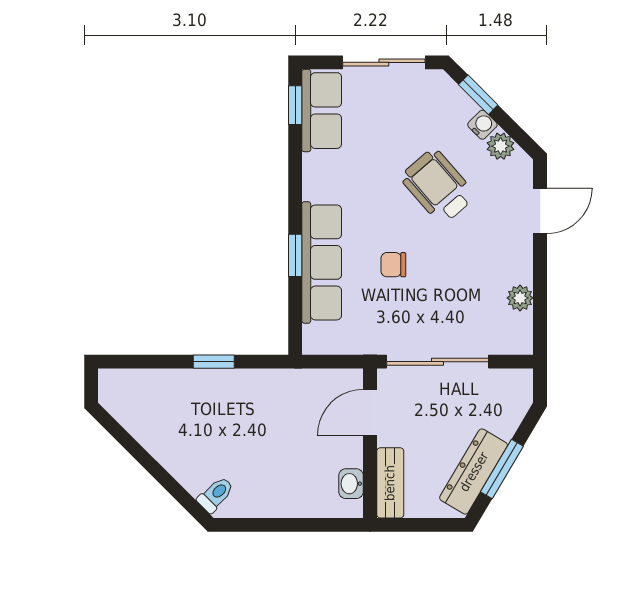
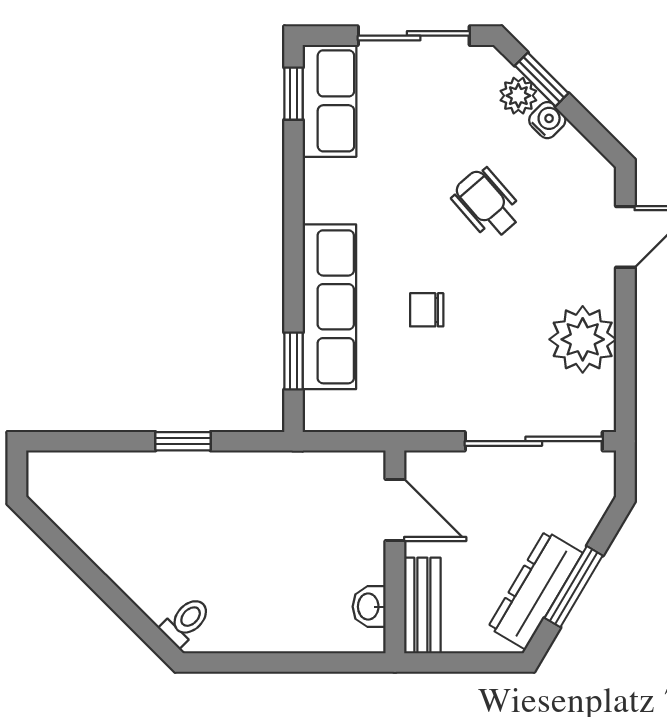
plant: (501, 146) -> (518, 96), moved
wheelchair: (438, 186) -> (487, 204), width x0.73, depth x0.73
window: (295, 255) -> (293, 361), moved
plant: (520, 298) -> (583, 339), width x1.88, depth x1.88
sliding door: (438, 362) -> (534, 441), moved
door: (370, 412) -> (395, 510), swing flipped

